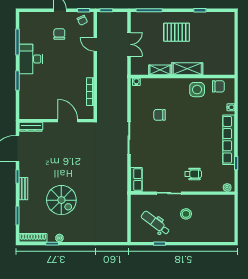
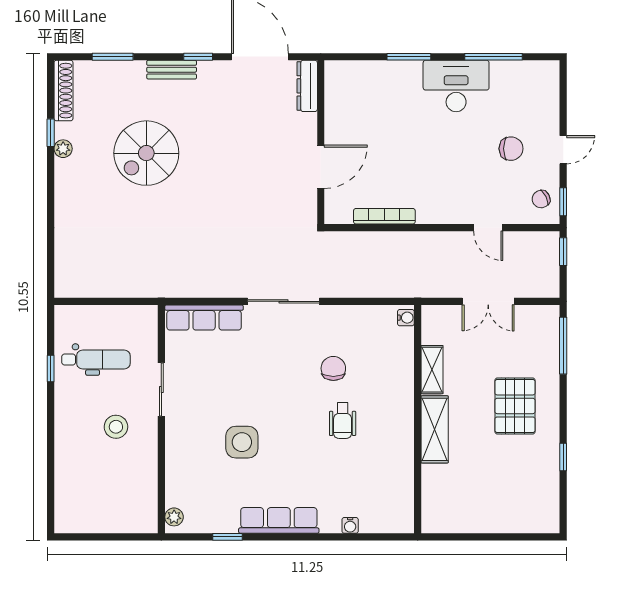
door: (95, 44) -> (488, 228), swing flipped
chair: (218, 86) -> (396, 498), removed
side table: (197, 90) -> (242, 442), moved
row of seats: (229, 140) -> (279, 520), width x0.73
wheelchair: (193, 174) -> (343, 421), moved
row of seats: (136, 180) -> (204, 318), width x1.48
dental chair: (155, 223) -> (96, 360), turned 53

